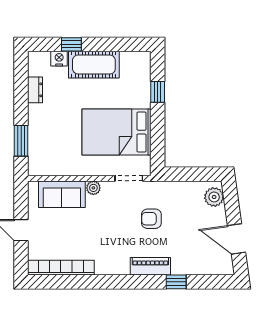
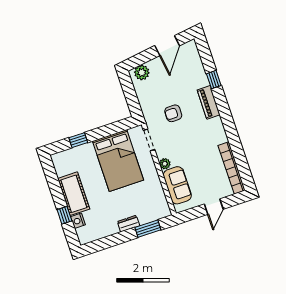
dresser: (35, 90) -> (128, 224), moved
armchair: (151, 219) -> (173, 113), turned 90

